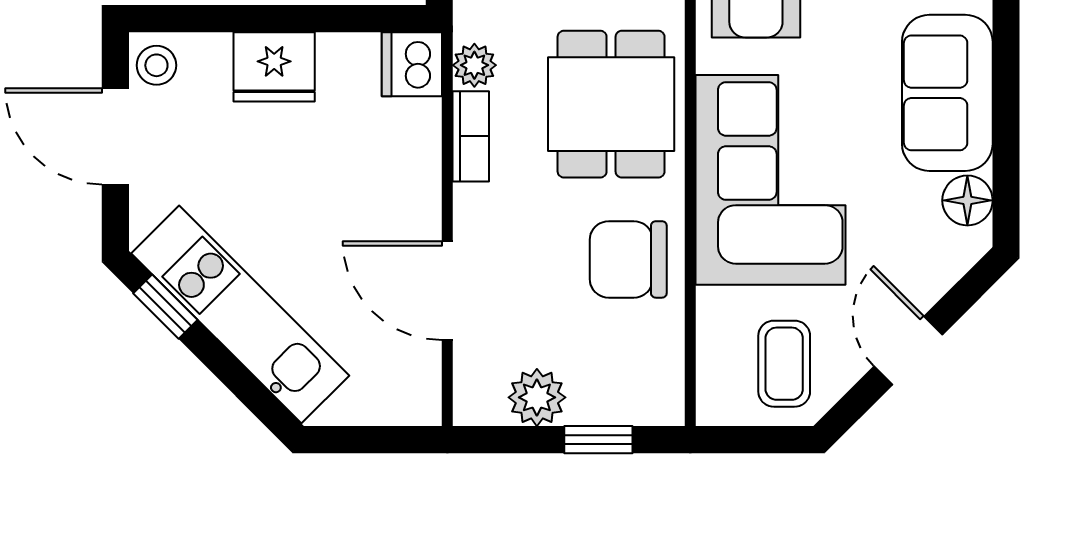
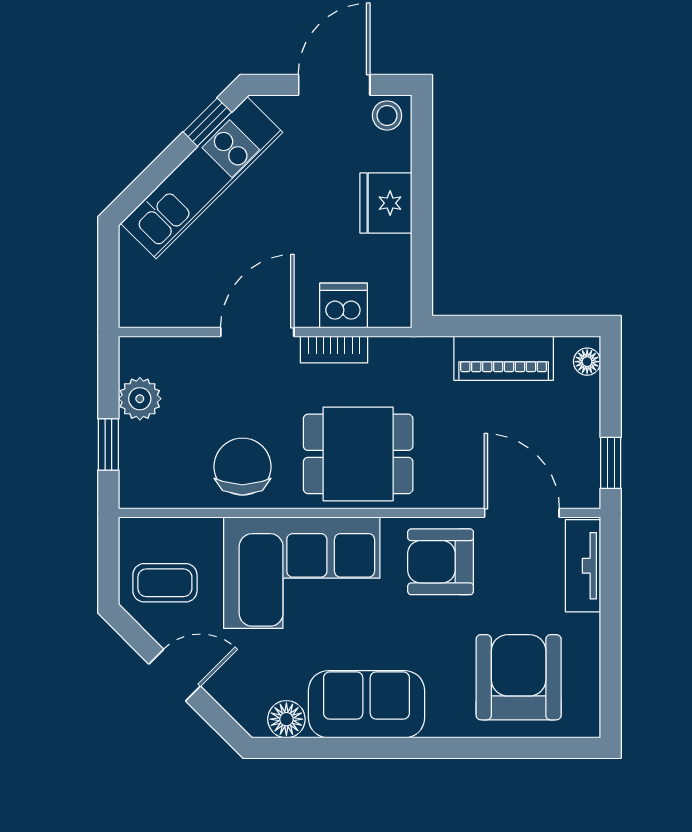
dishwasher: (412, 64) -> (343, 306), moved
plant: (474, 65) -> (387, 352), removed
door: (447, 291) -> (257, 332), moved

